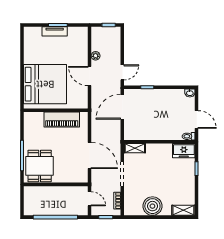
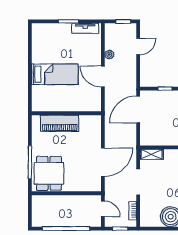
tv unit: (55, 31) -> (85, 28), moved
door: (122, 72) -> (138, 46), moved
bed: (45, 84) -> (55, 74), width x0.49
piano: (62, 119) -> (60, 123), moved
door: (90, 155) -> (103, 162), hinge flipped

